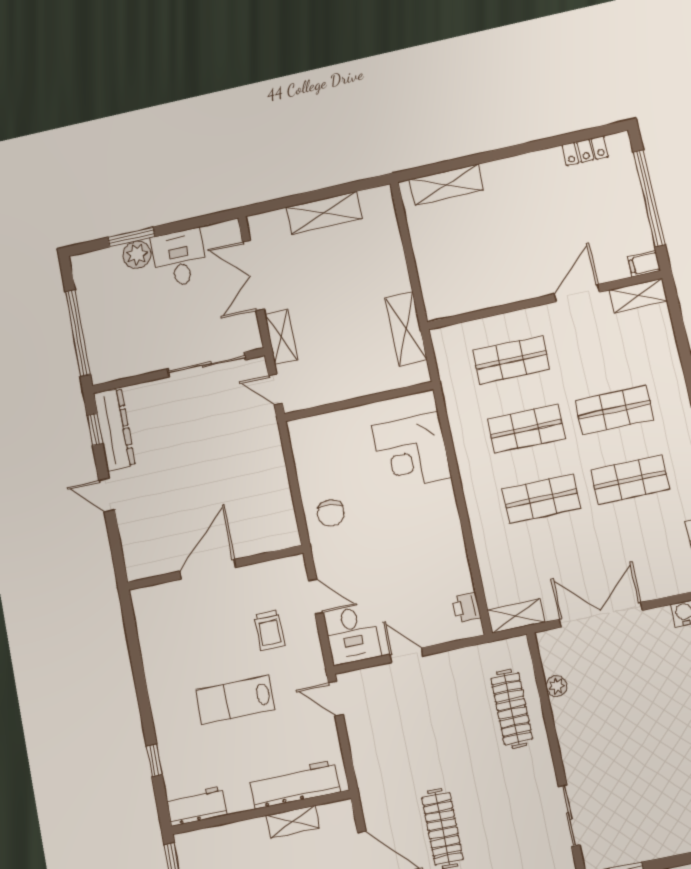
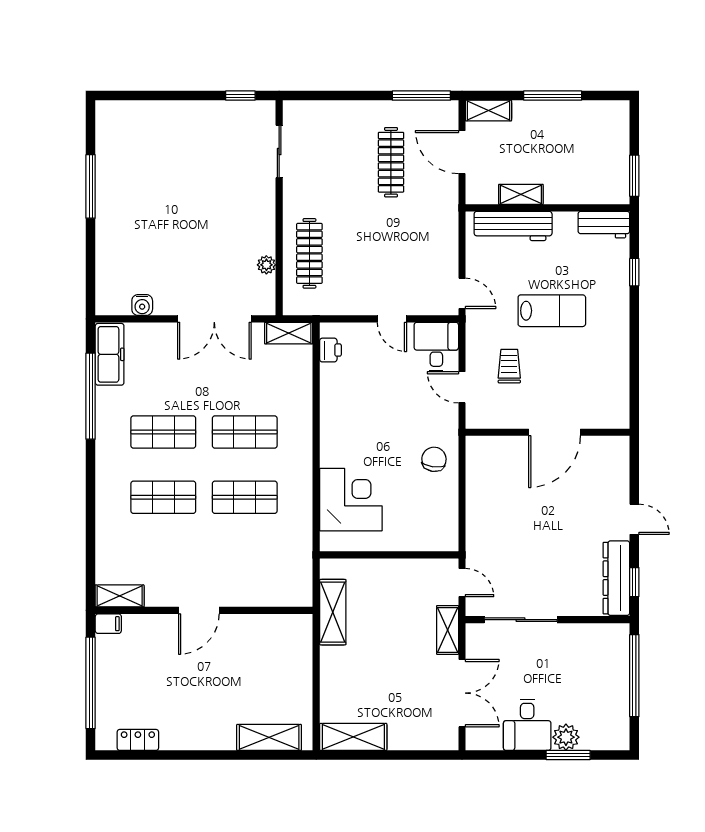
shelving: (324, 213) -> (353, 737), moved
door: (577, 293) -> (199, 610), moved
shop shelf: (511, 360) -> (245, 562), removed

